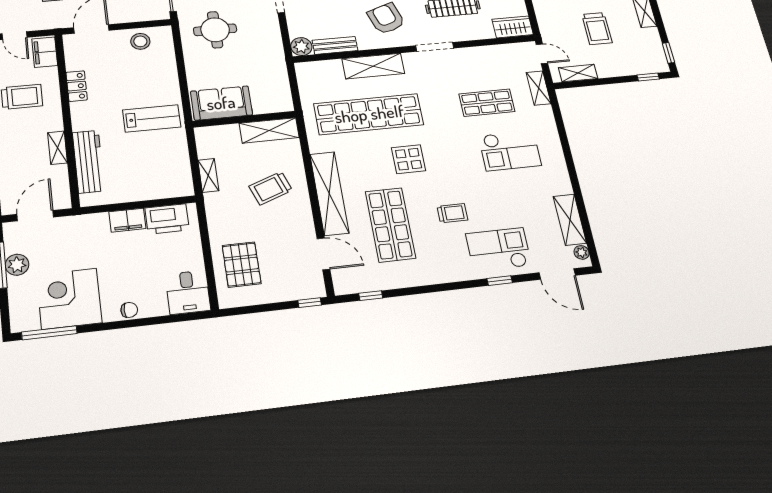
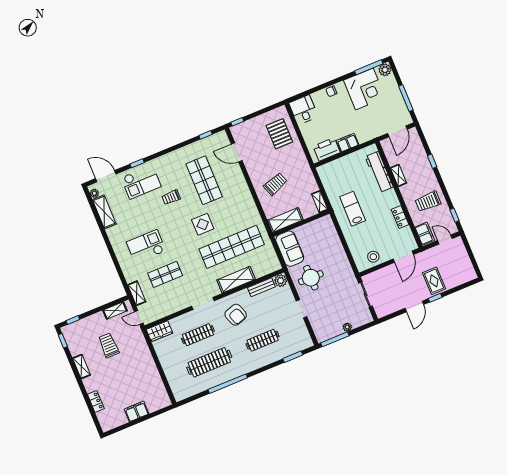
round table: (215, 30) -> (311, 278), moved
sofa: (221, 103) -> (290, 249), moved, turned -90
lab bench: (152, 118) -> (353, 209), turned 90
shelving: (208, 175) -> (320, 202), moved
shelving: (329, 193) -> (242, 190), removed
plant: (17, 265) -> (385, 70), moved

